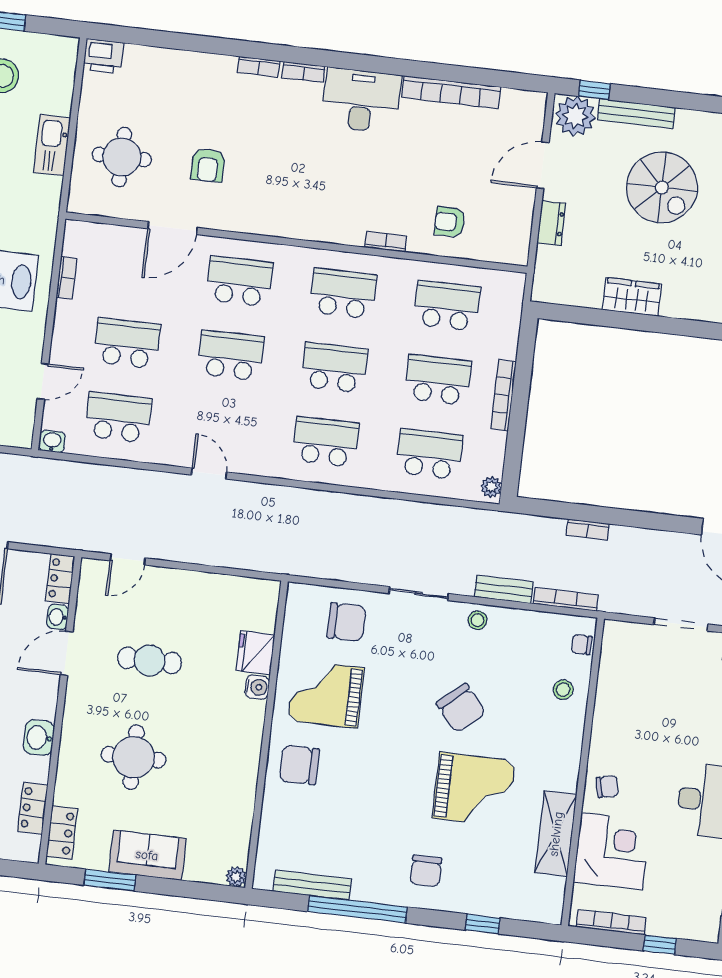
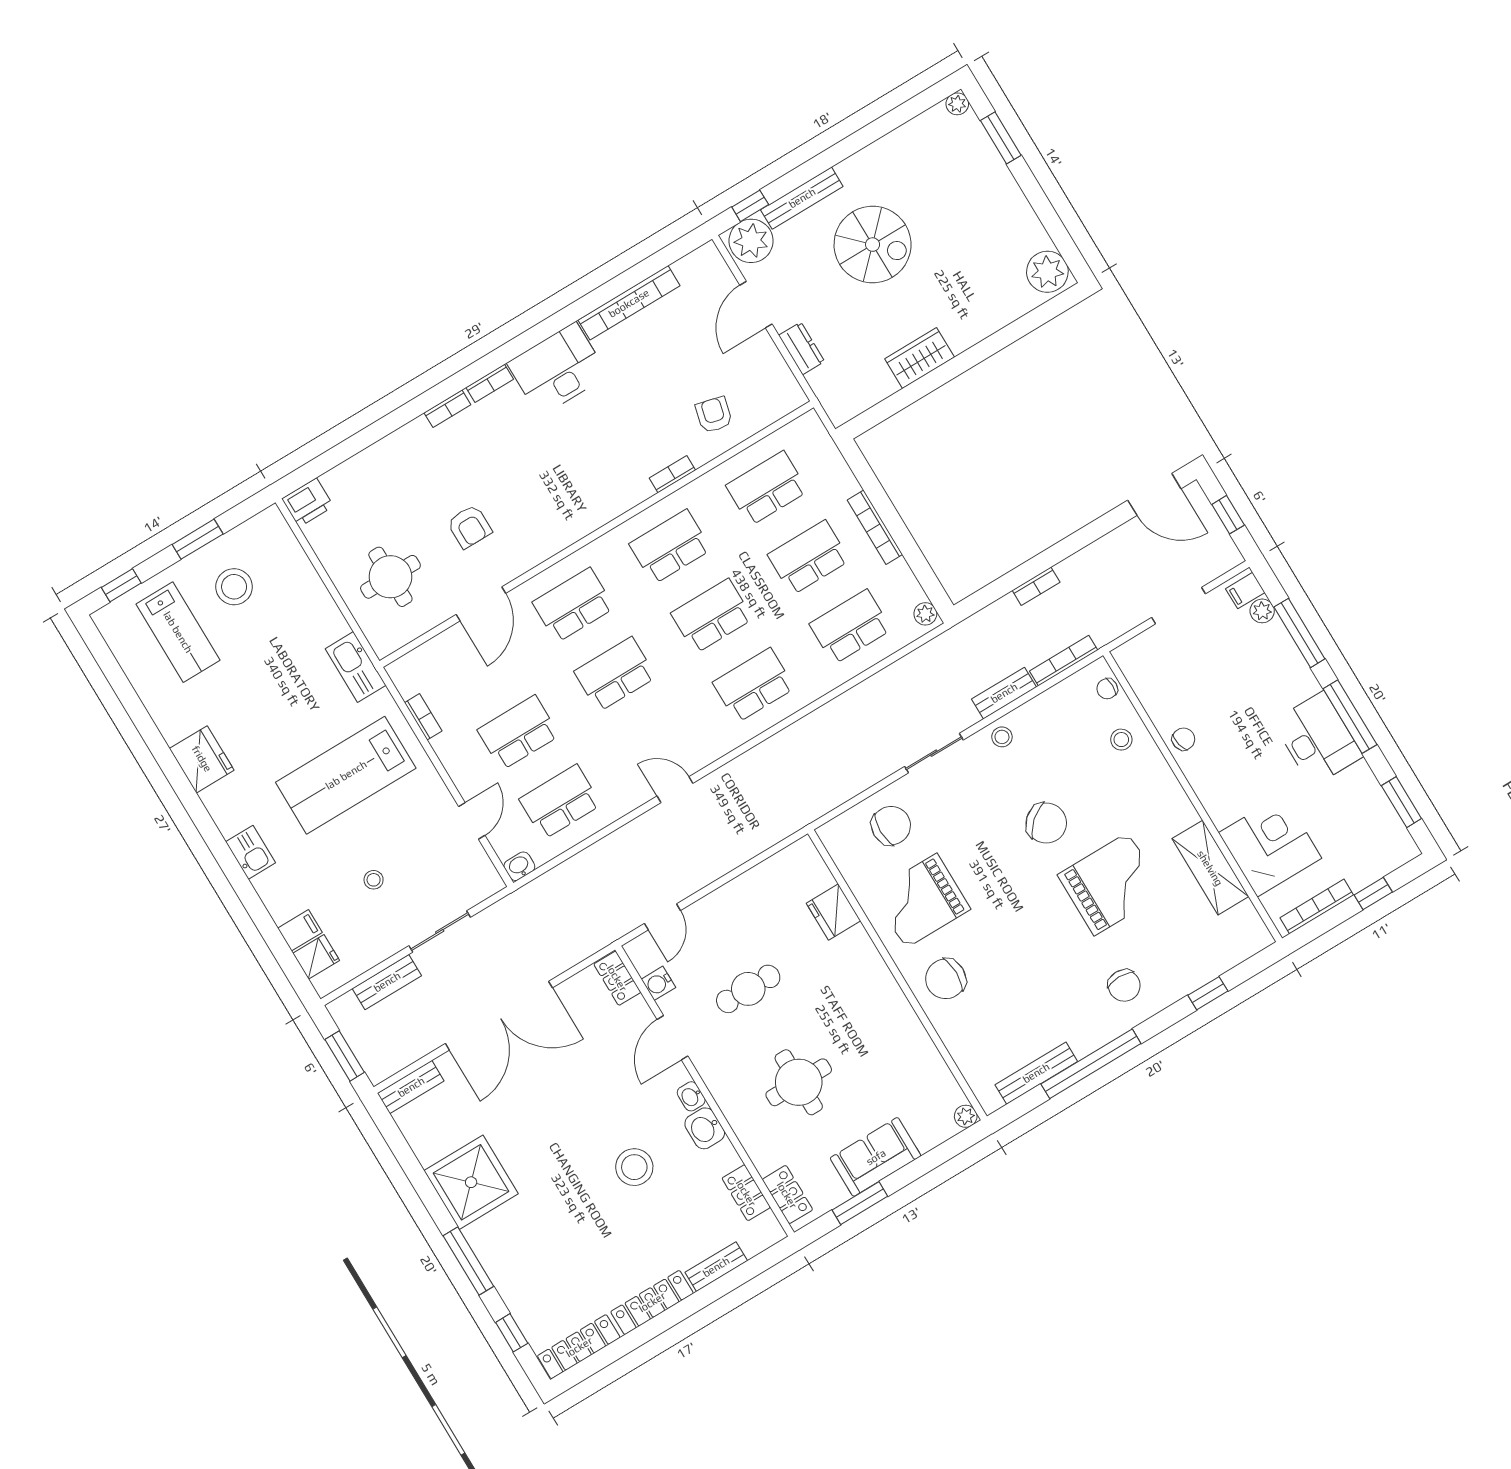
kitchen sink: (52, 145) -> (356, 667), moved
armchair: (450, 222) -> (714, 415), turned 104
washbasin: (58, 617) -> (691, 1096), moved
water cooler: (257, 687) -> (658, 983), moved, turned 180
chair: (607, 787) -> (1183, 739), moved

